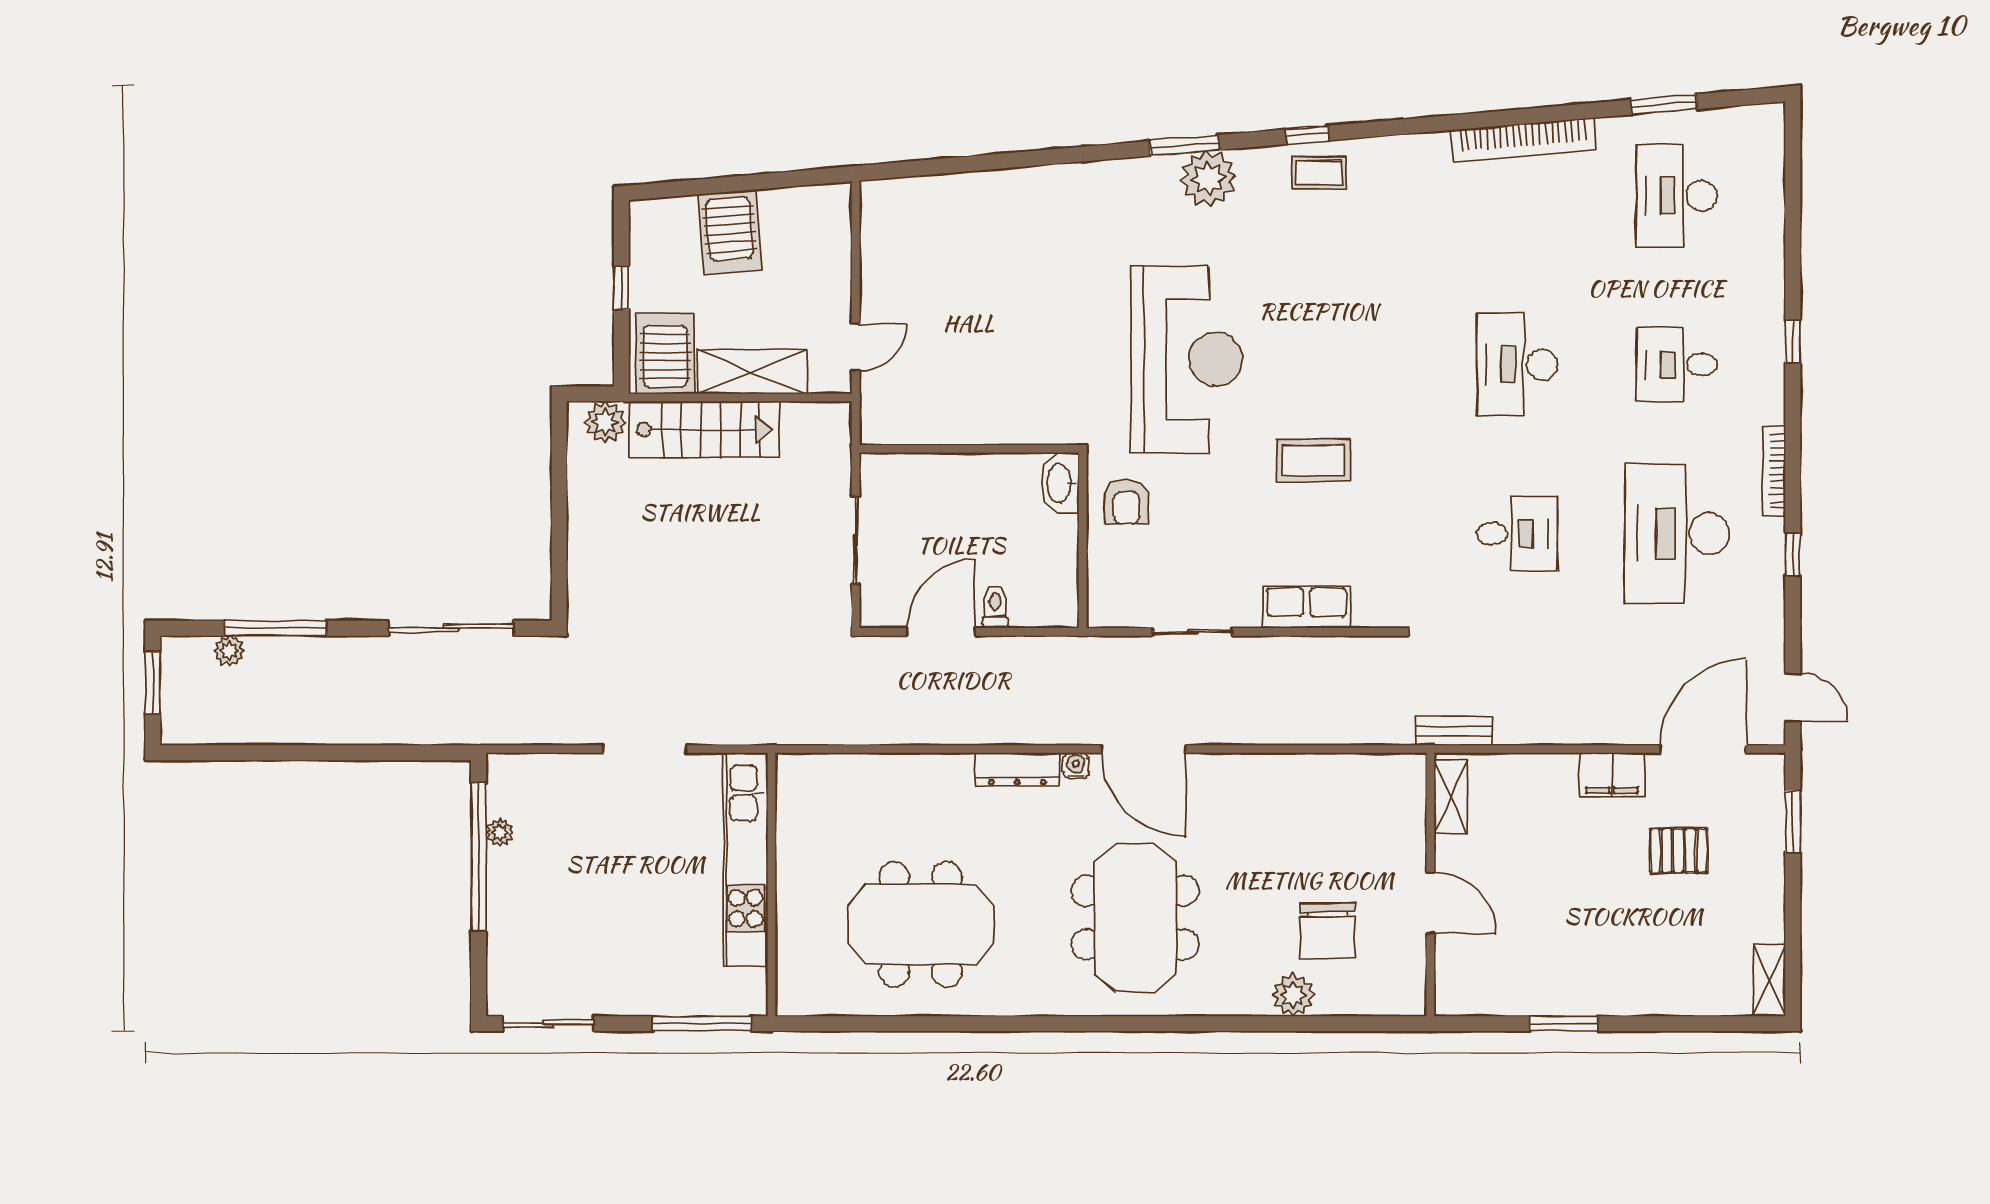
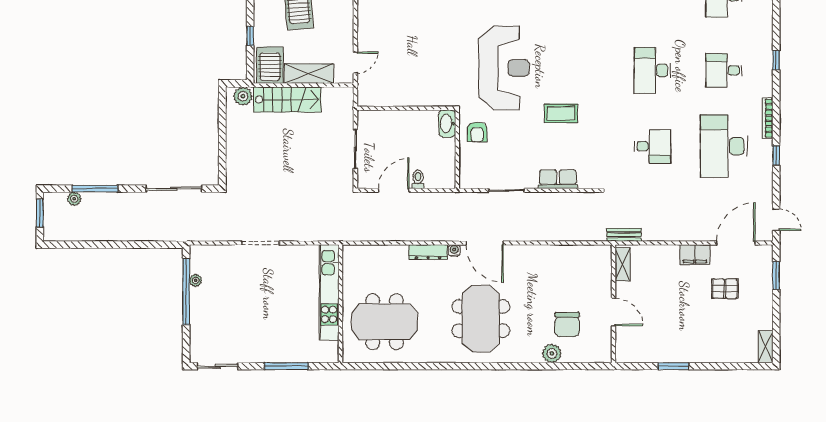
kitchen unit: (746, 859) -> (329, 292), moved
wall: (771, 884) -> (341, 304), moved

